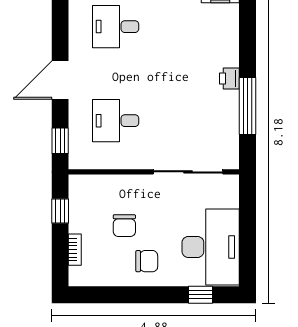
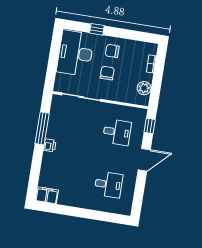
plant: (81, 205) -> (144, 88), added
window: (60, 211) -> (156, 87), removed
chair: (124, 226) -> (107, 73), moved
window: (201, 295) -> (97, 29), moved

